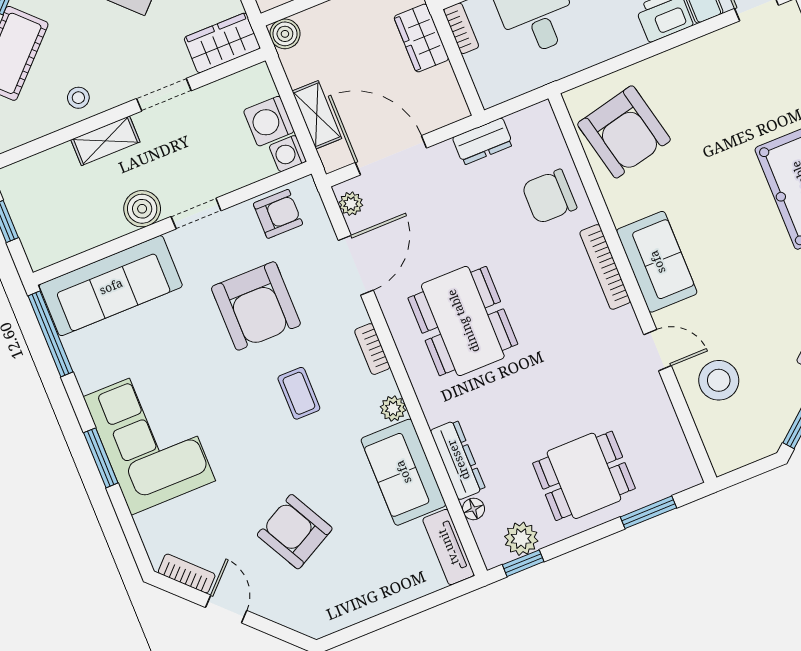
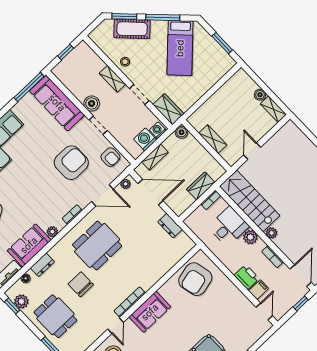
washing machine: (288, 154) -> (158, 130), moved
door: (391, 155) -> (151, 192), hinge flipped
chair: (549, 197) -> (81, 284), moved
bookcase: (605, 267) -> (130, 302), moved
armchair: (256, 306) -> (71, 163), turned 180
coffee table: (299, 393) -> (44, 193), removed
dresser: (458, 460) -> (42, 265), width x0.70

